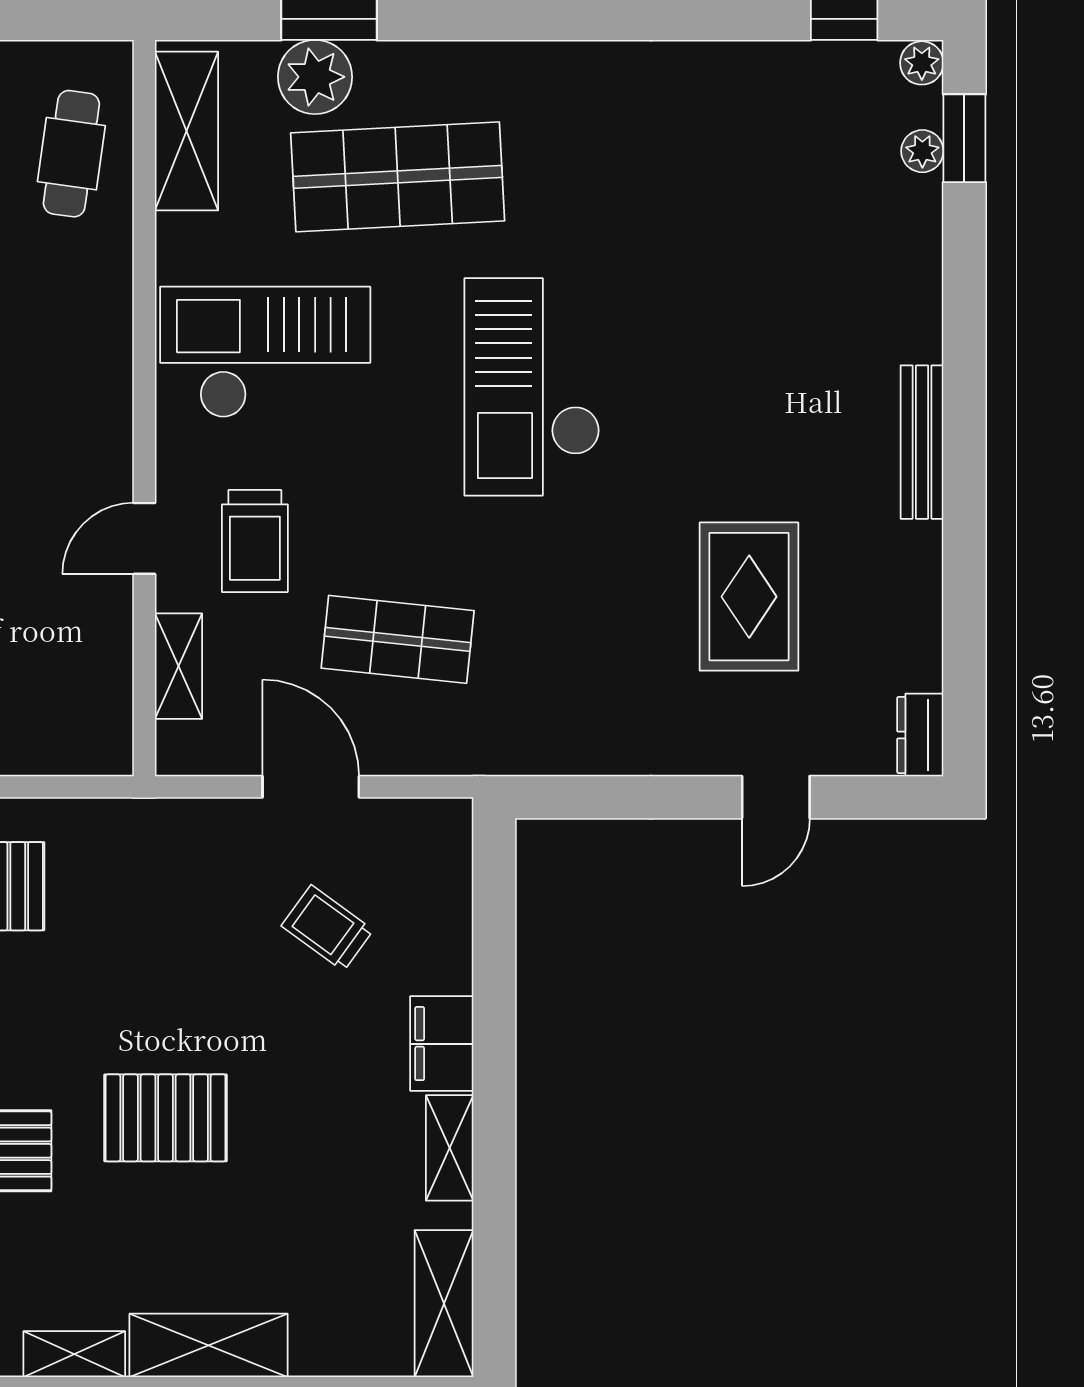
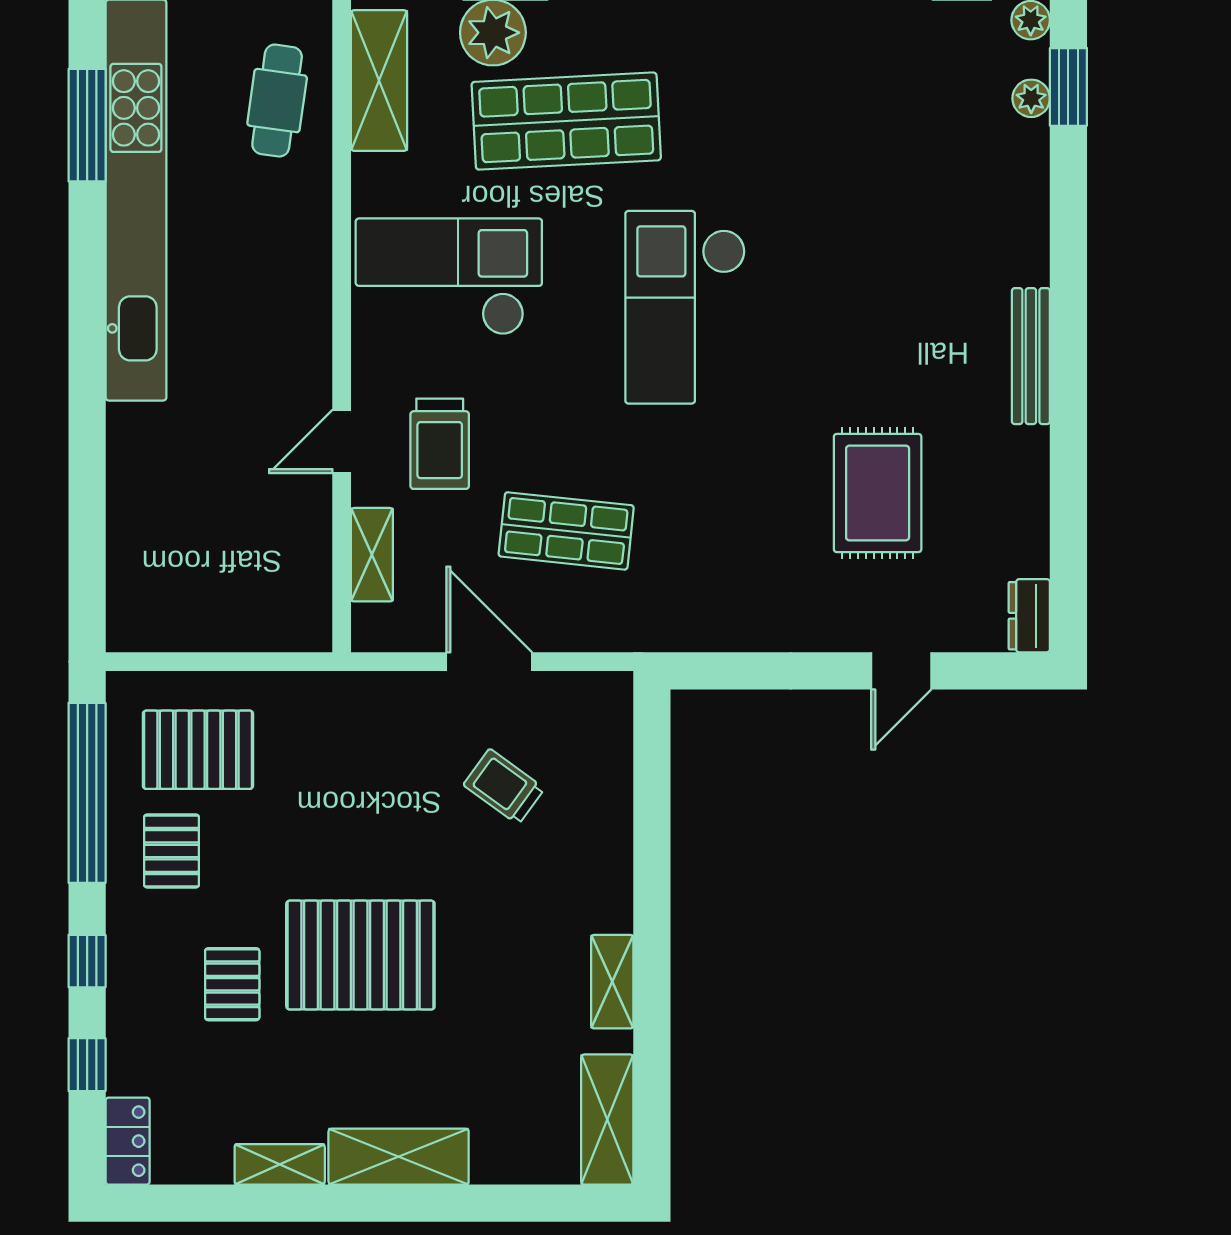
filing cabinet: (442, 1044) -> (605, 889), removed
pallet: (166, 1118) -> (360, 955), width x1.37, depth x1.41

